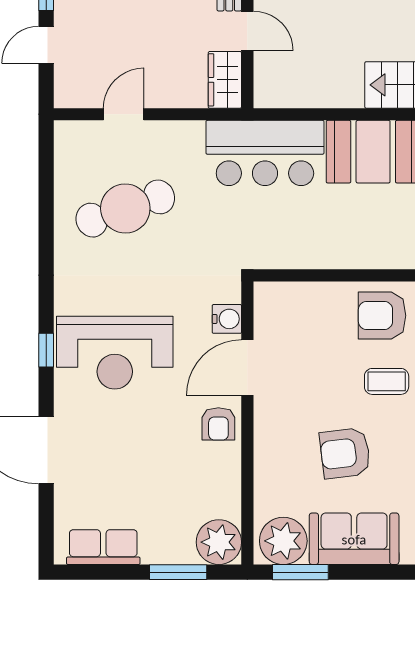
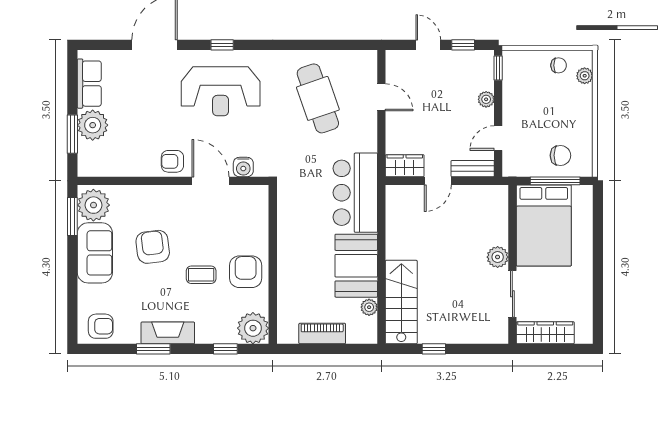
reception desk: (115, 353) -> (221, 91), turned -90
coffee table: (387, 381) -> (201, 275), turned 90
plant: (219, 542) -> (93, 125), moved

